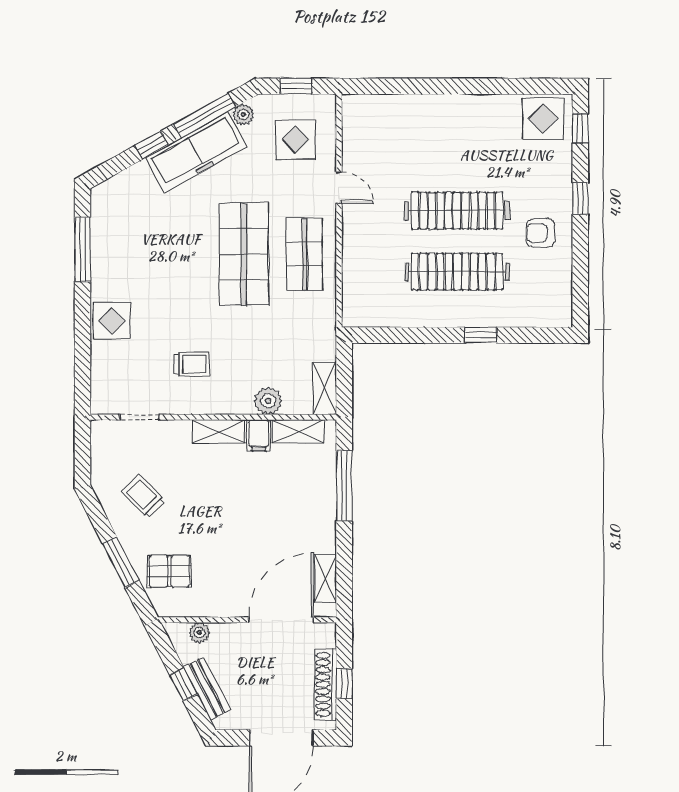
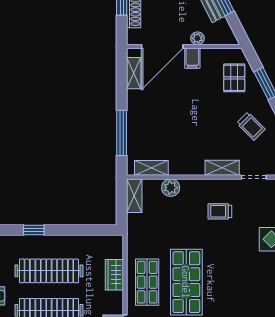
wardrobe: (356, 266) -> (114, 275), added
shelving: (218, 432) -> (222, 168), moved
filing cabinet: (258, 435) -> (192, 58), moved, turned 180
pallet: (169, 571) -> (234, 78), turned 90
plant: (199, 633) -> (197, 38), moved

